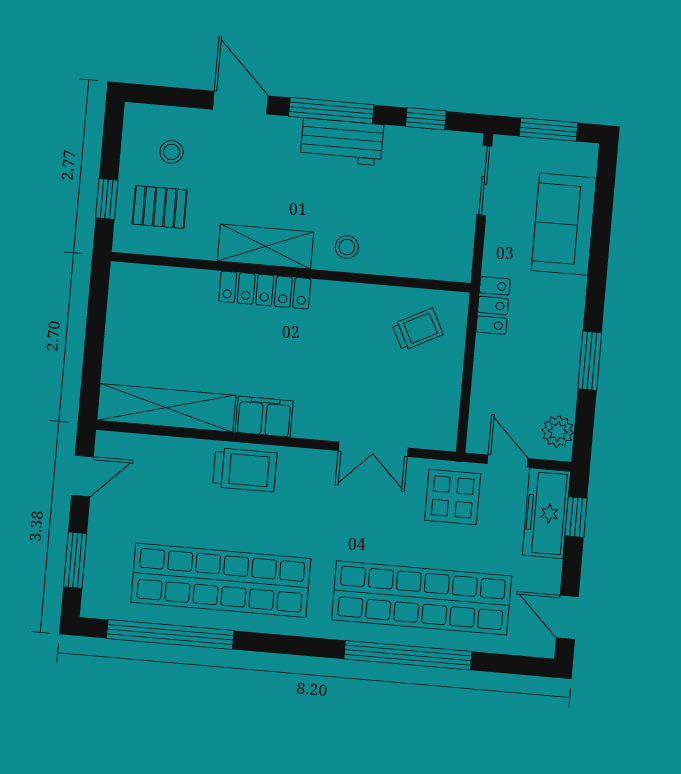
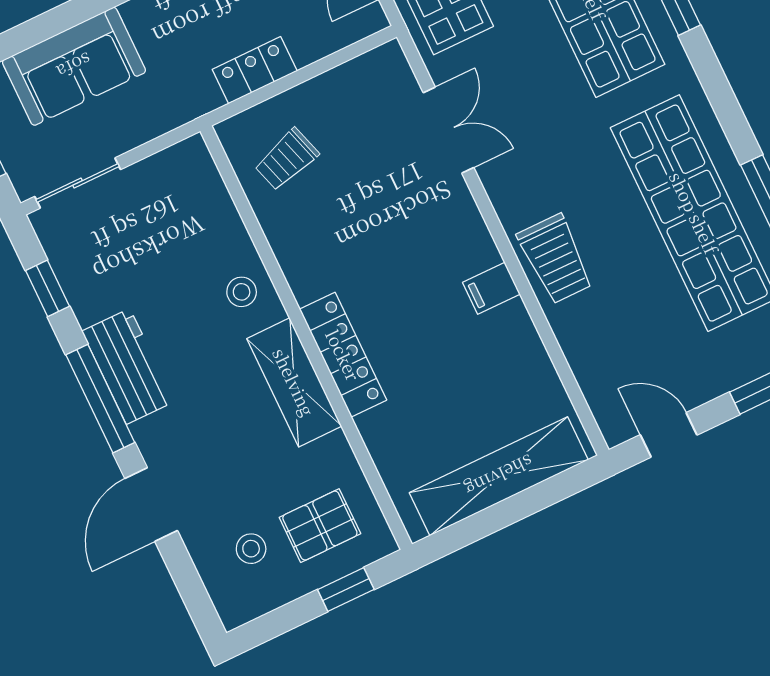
pallet: (160, 207) -> (320, 526), turned 90
locker: (493, 306) -> (255, 70), moved
trolley: (418, 329) -> (287, 159), turned -80
shelving: (166, 408) -> (499, 476), moved, turned 90
filing cabinet: (264, 417) -> (491, 288), width x0.50
trolley: (245, 470) -> (555, 259), turned 180

